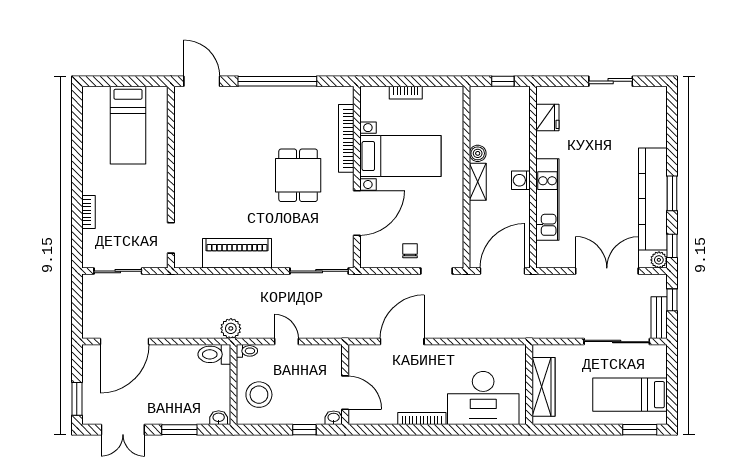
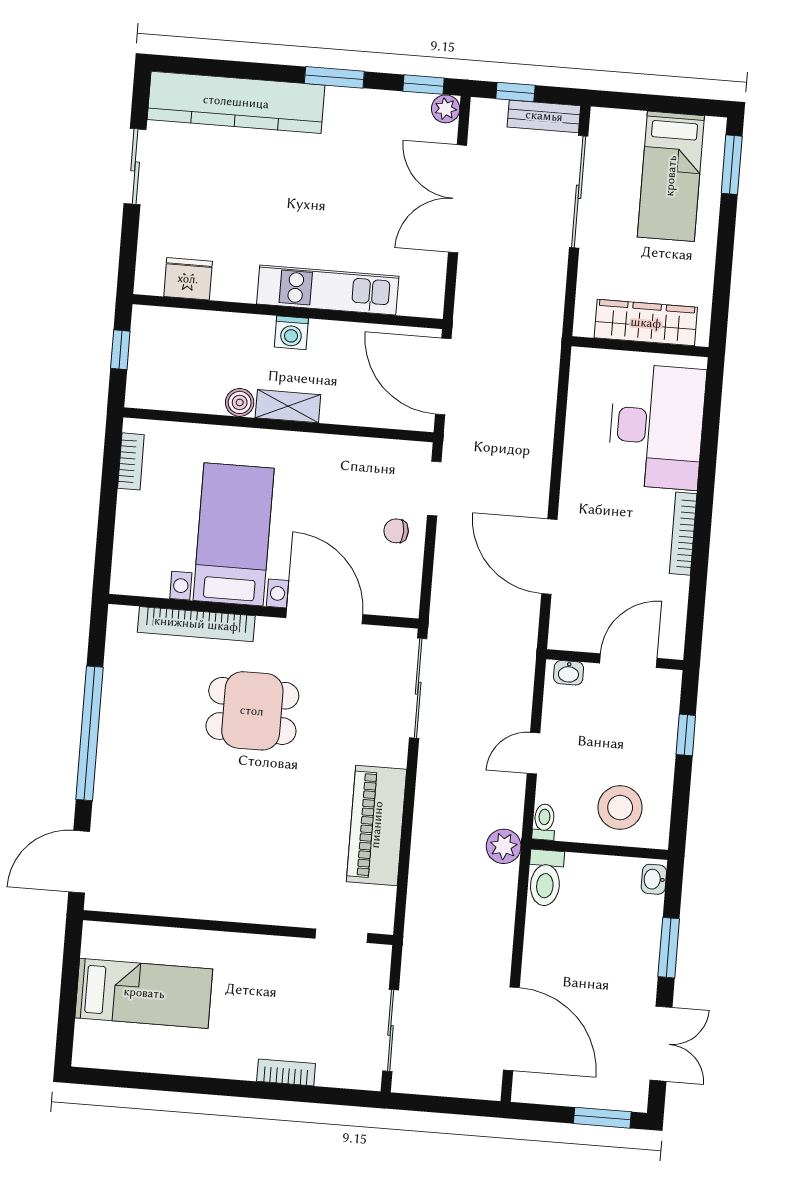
bookcase: (406, 93) -> (131, 461), moved
kitchen counter: (653, 199) -> (236, 102), moved
washbasin: (334, 418) -> (569, 673), moved, turned -90

